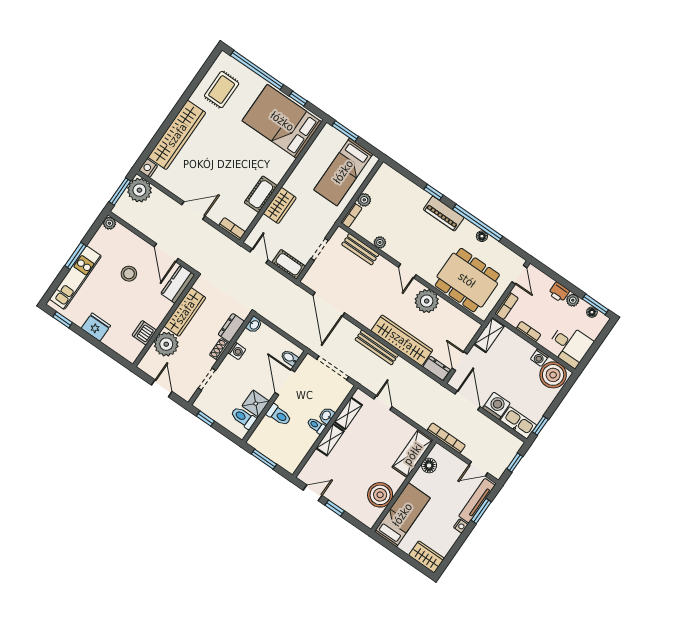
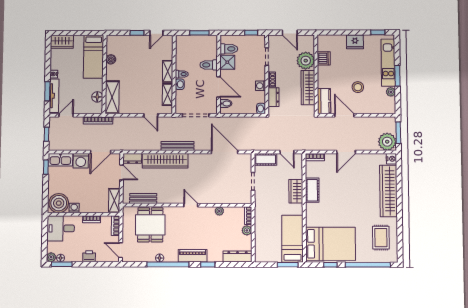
bed: (343, 172) -> (292, 239), moved
dresser: (395, 178) -> (237, 257), added
plant: (109, 223) -> (391, 92), moved
bench: (360, 249) -> (143, 199), moved
dining table: (467, 280) -> (150, 225), width x0.73
plant: (573, 300) -> (51, 257), moved
plant: (427, 301) -> (166, 195), removed
door: (468, 400) -> (101, 152), hinge flipped
boiler: (380, 495) -> (111, 59), width x0.54, depth x0.54

